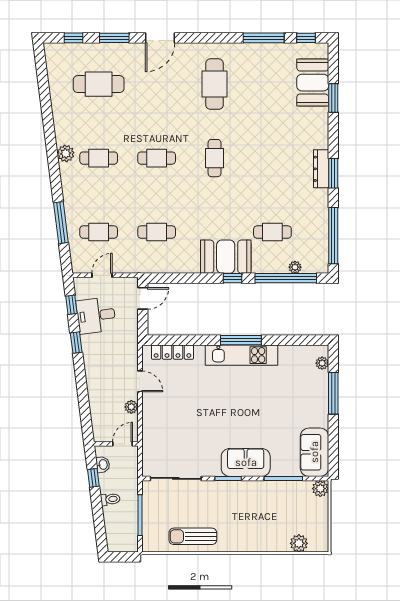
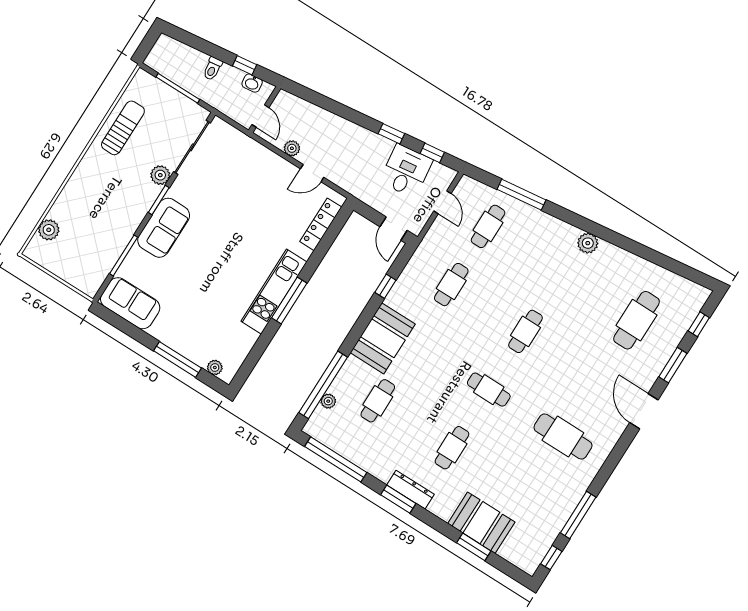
booth: (313, 83) -> (481, 523), moved
cafe table: (99, 158) -> (452, 448), moved
window: (232, 278) -> (385, 286), moved
plant: (320, 489) -> (160, 175), moved

